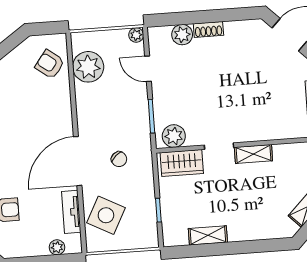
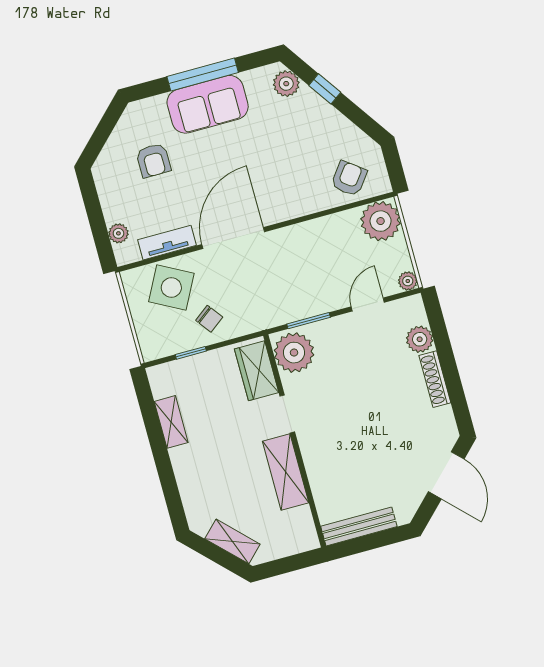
shoe rack: (208, 29) -> (435, 379), width x1.43
plant: (88, 67) -> (381, 221), moved
plant: (174, 136) -> (294, 353), width x1.36, depth x1.36
shelving: (253, 154) -> (286, 472), width x1.50, depth x1.33
chair: (119, 159) -> (209, 319), moved, turned -85
door: (78, 161) -> (233, 238), hinge flipped

